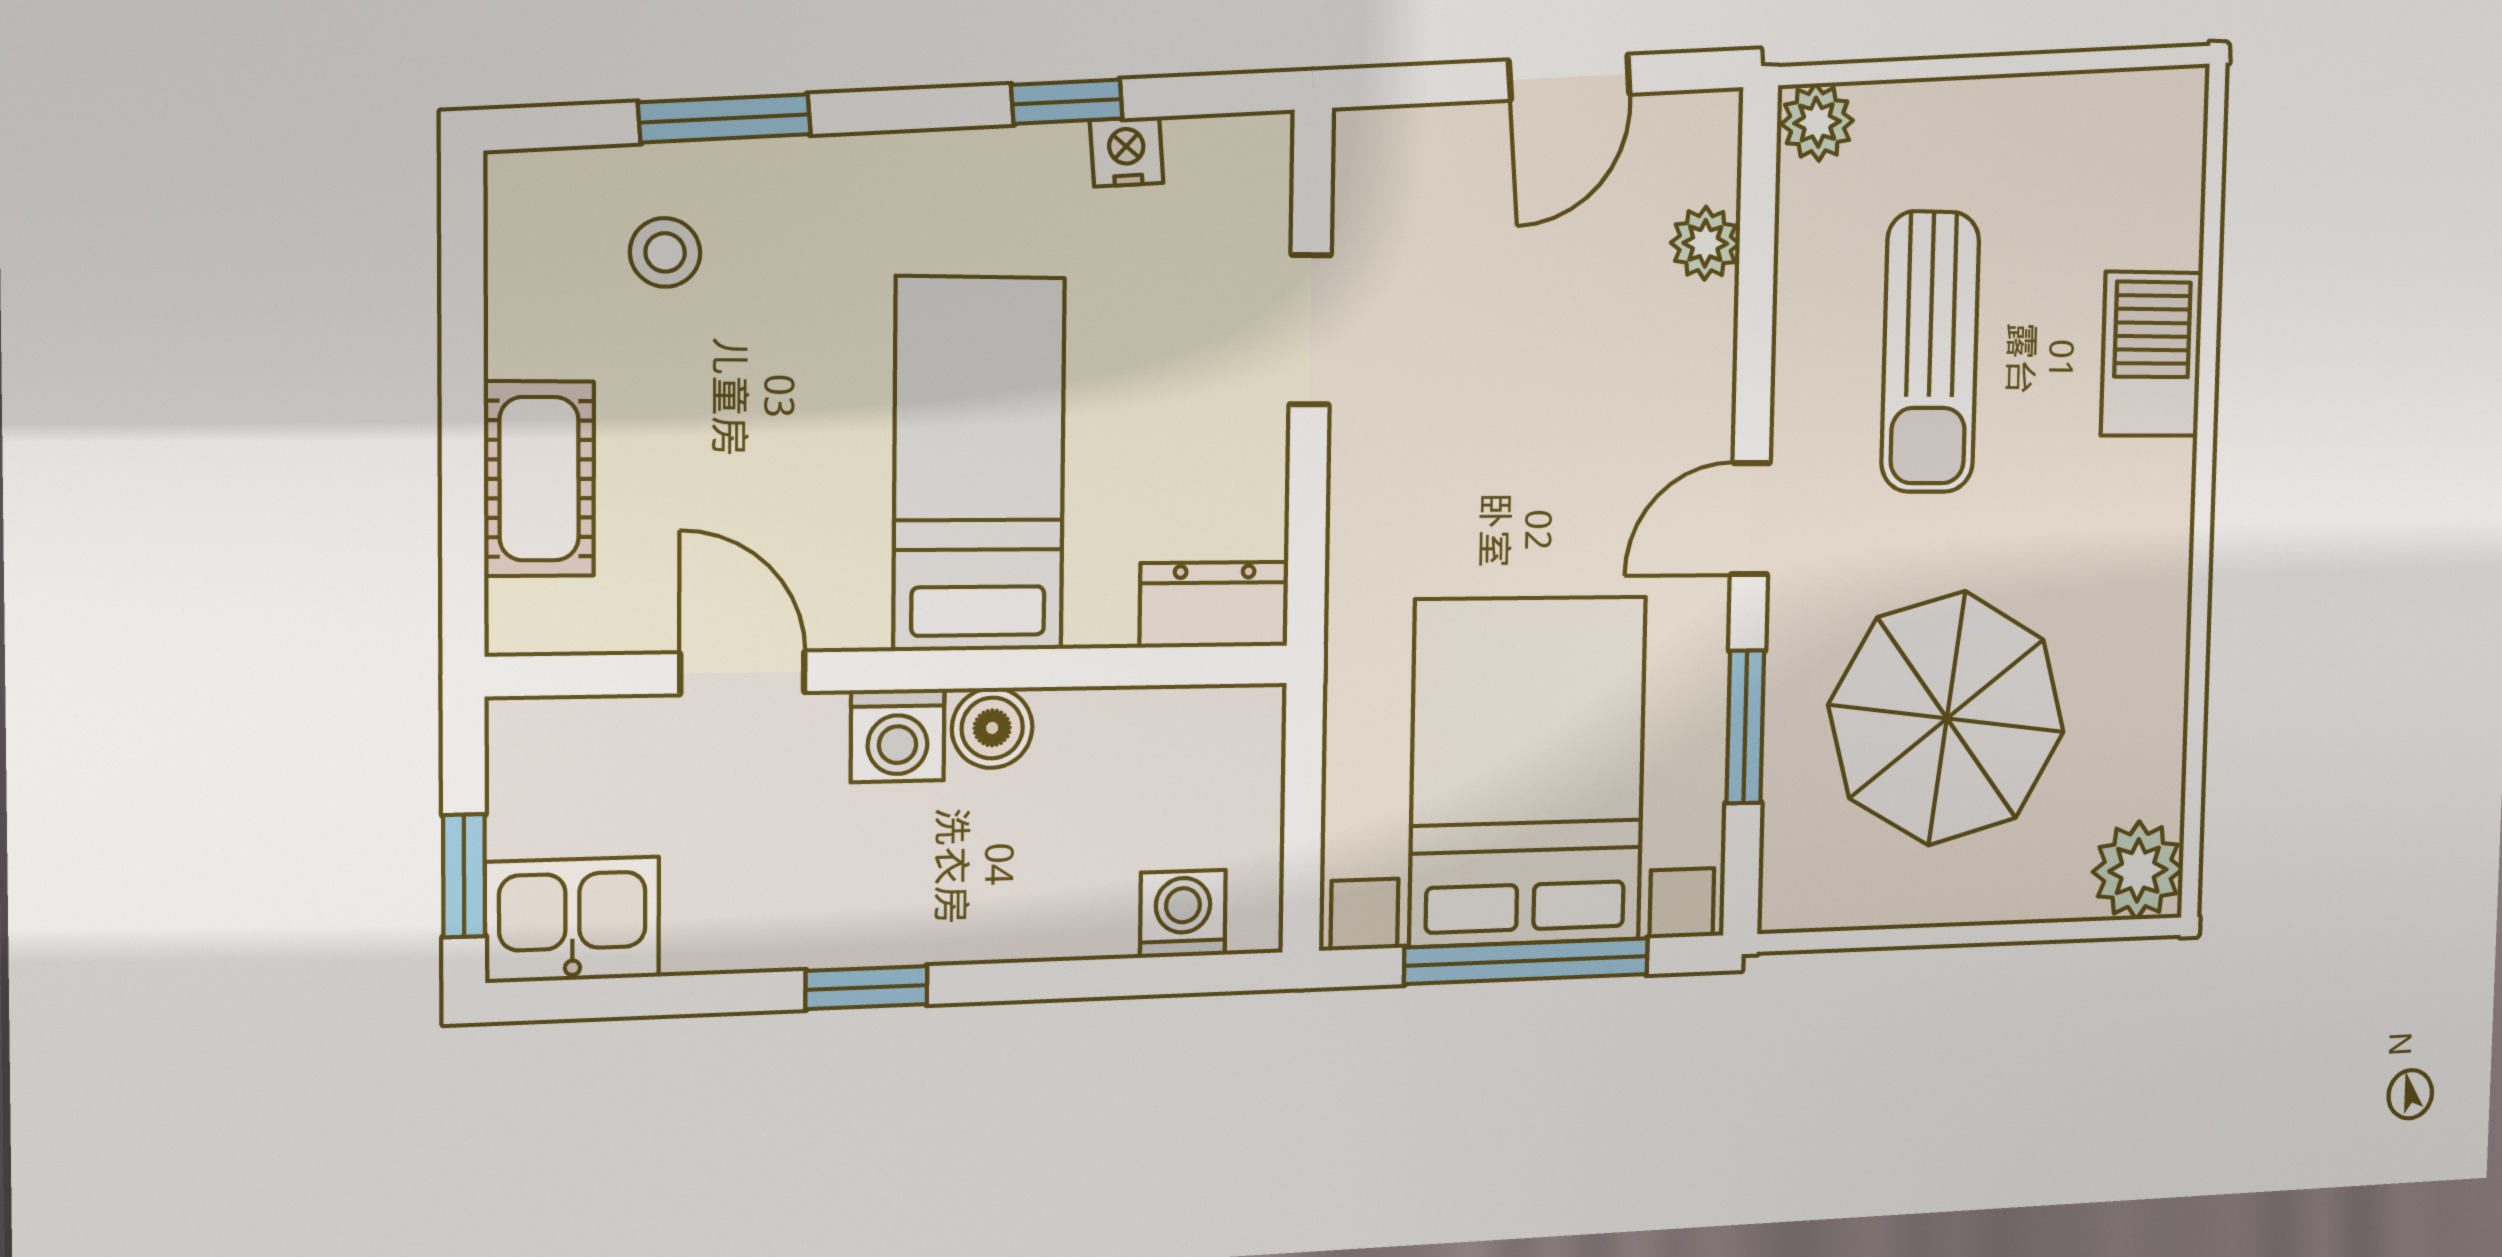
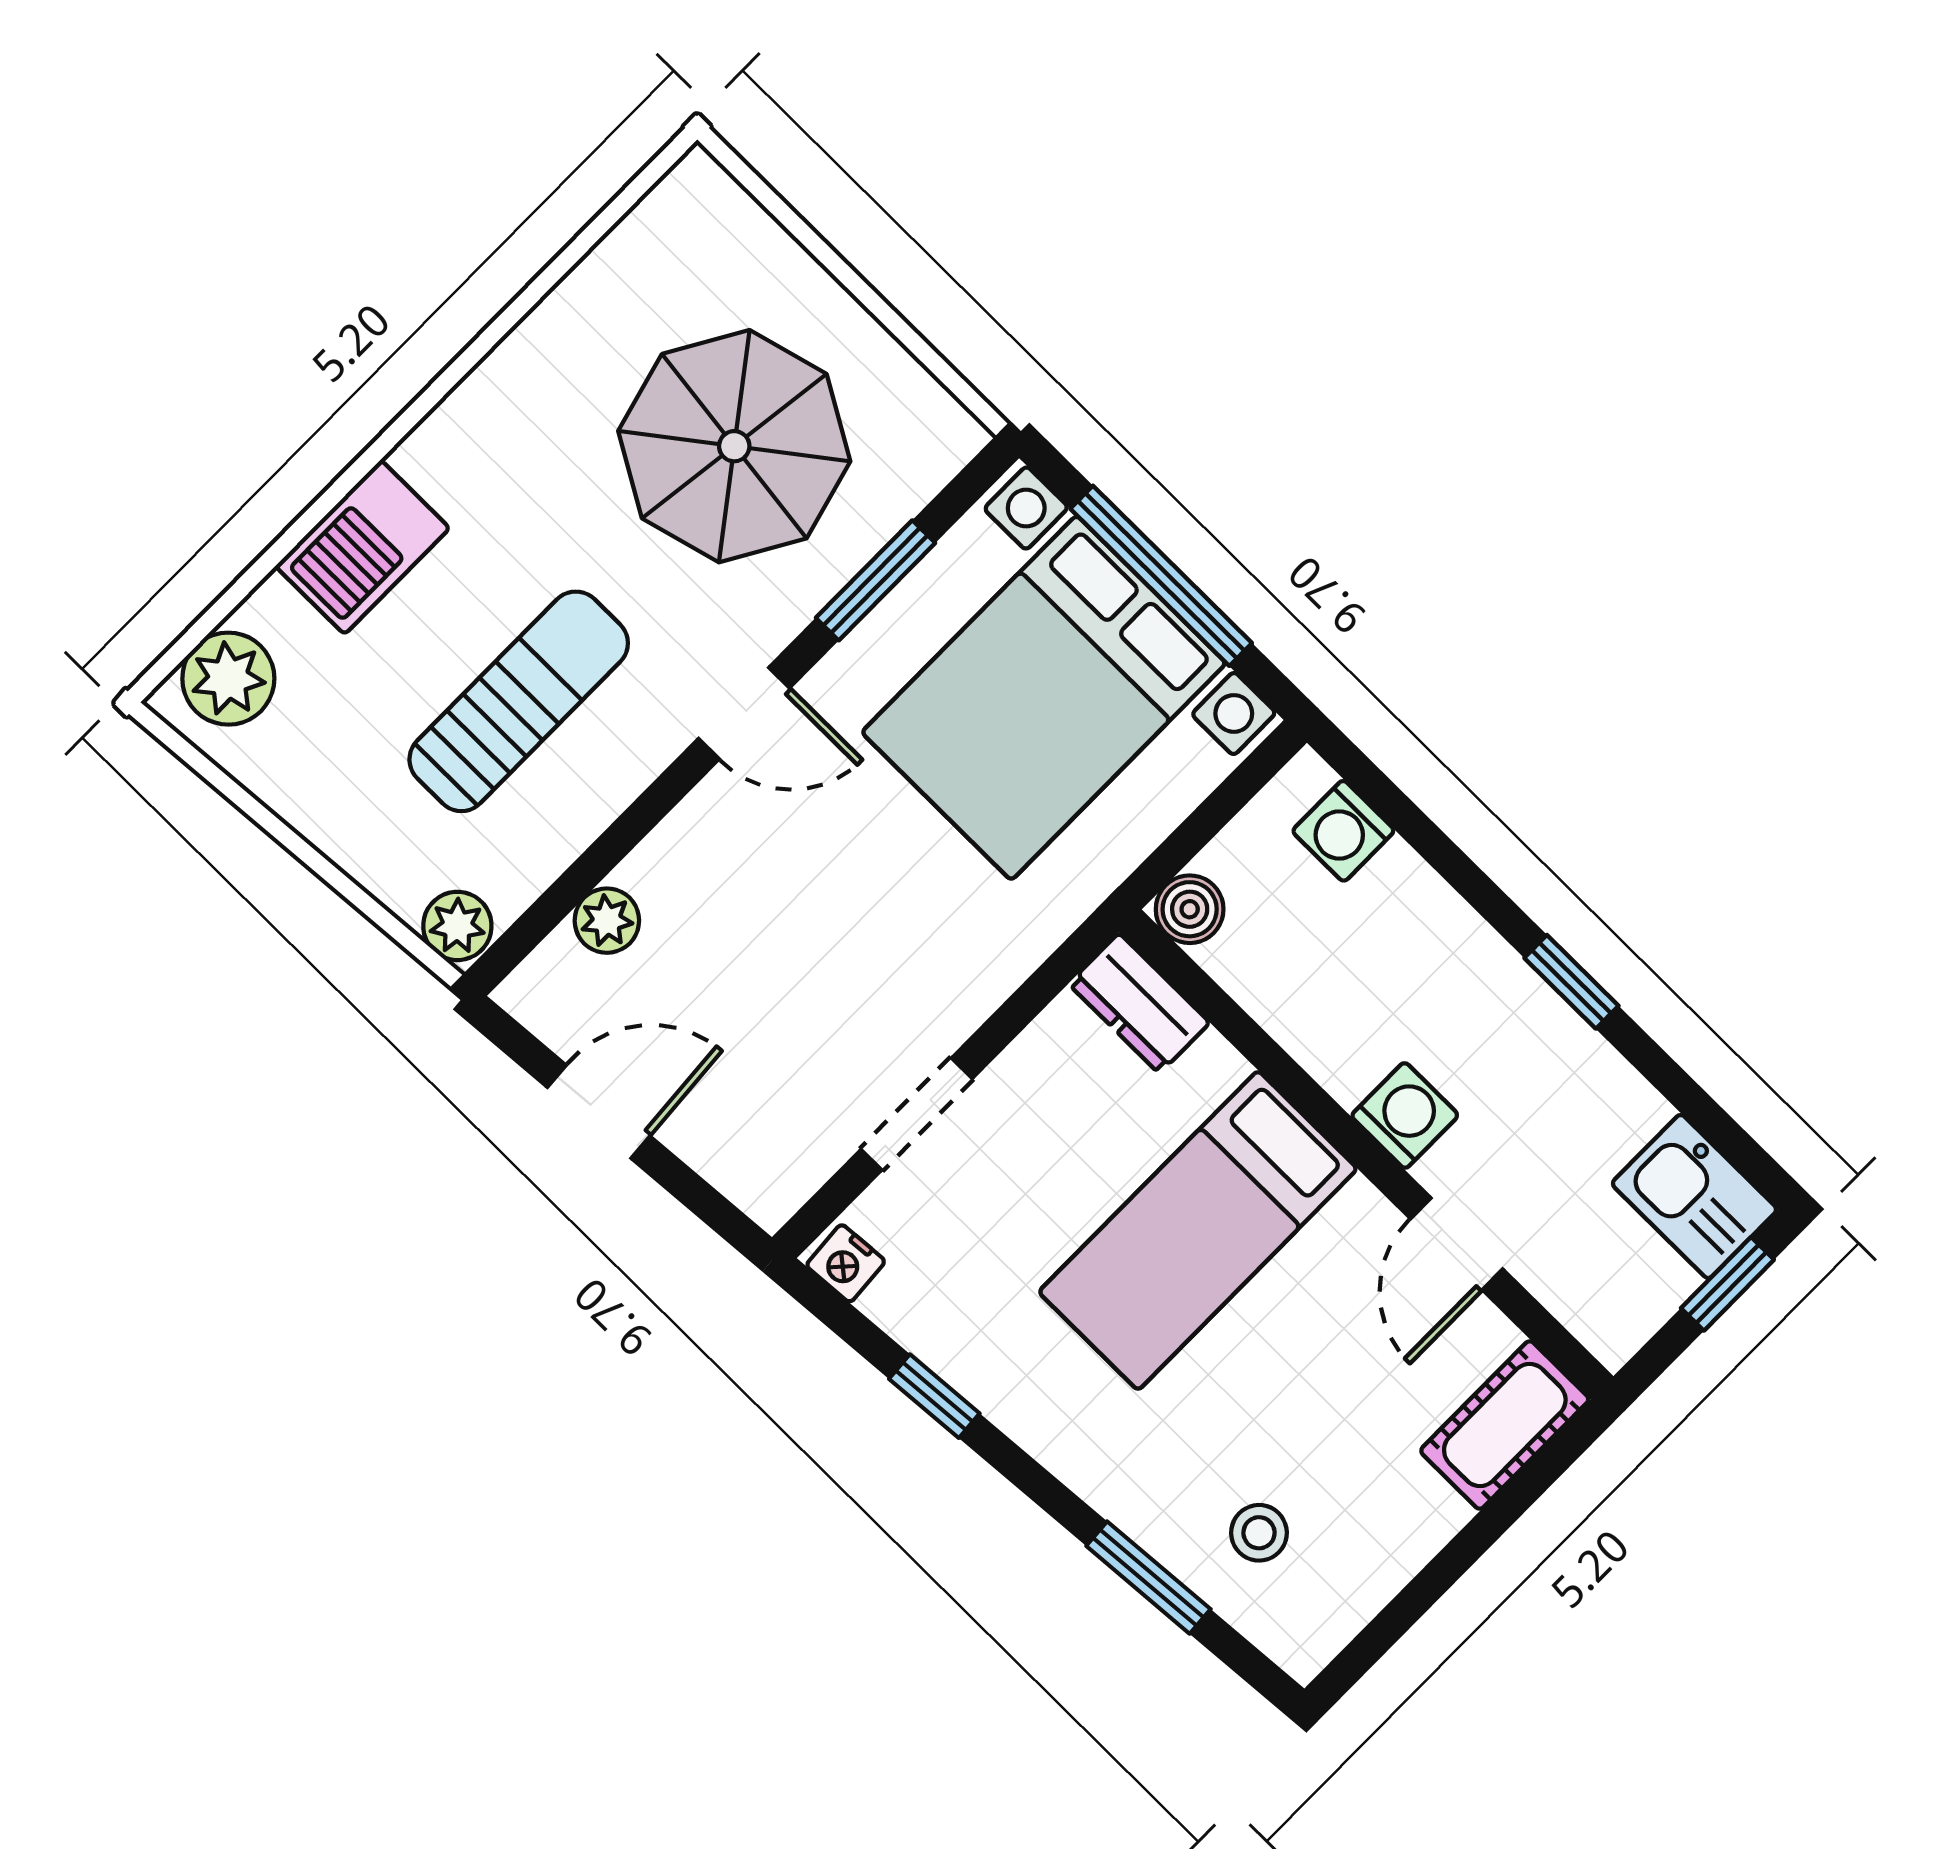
nightstand: (1127, 152) -> (846, 1263), moved
cot: (539, 479) -> (1505, 1425), moved
boiler: (992, 728) -> (1190, 909), moved
plant: (2138, 870) -> (228, 679), moved

